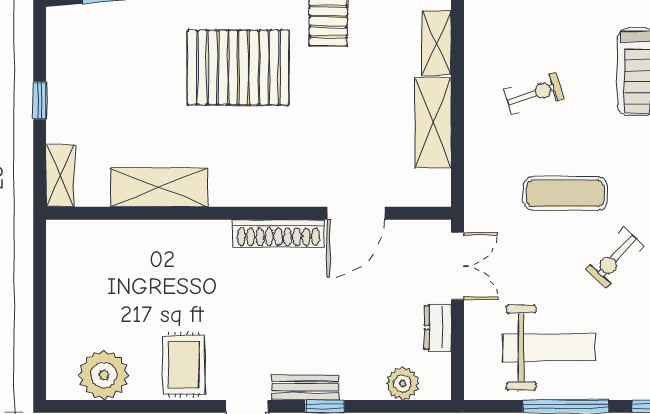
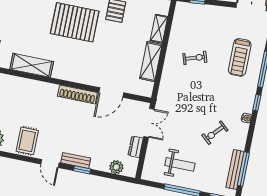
exercise mat: (565, 193) -> (200, 102), removed
weight bench: (549, 348) -> (180, 164), width x0.73, depth x0.75

